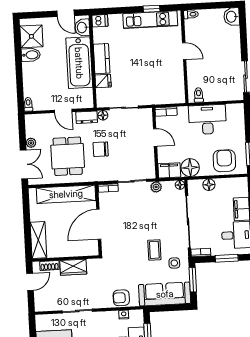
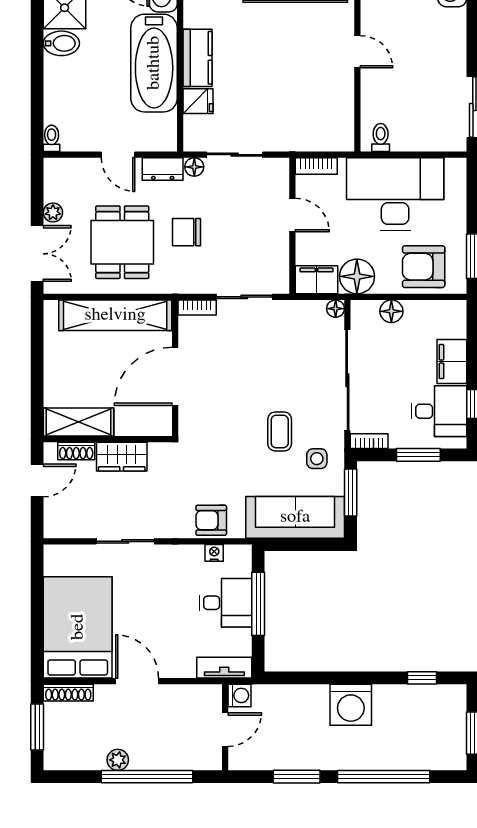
desk: (207, 119) -> (395, 194), width x1.36, depth x1.30
armchair: (224, 161) -> (424, 267), turned -90
plant: (156, 187) -> (289, 310), removed
shelving: (38, 240) -> (78, 422), moved, turned 90

